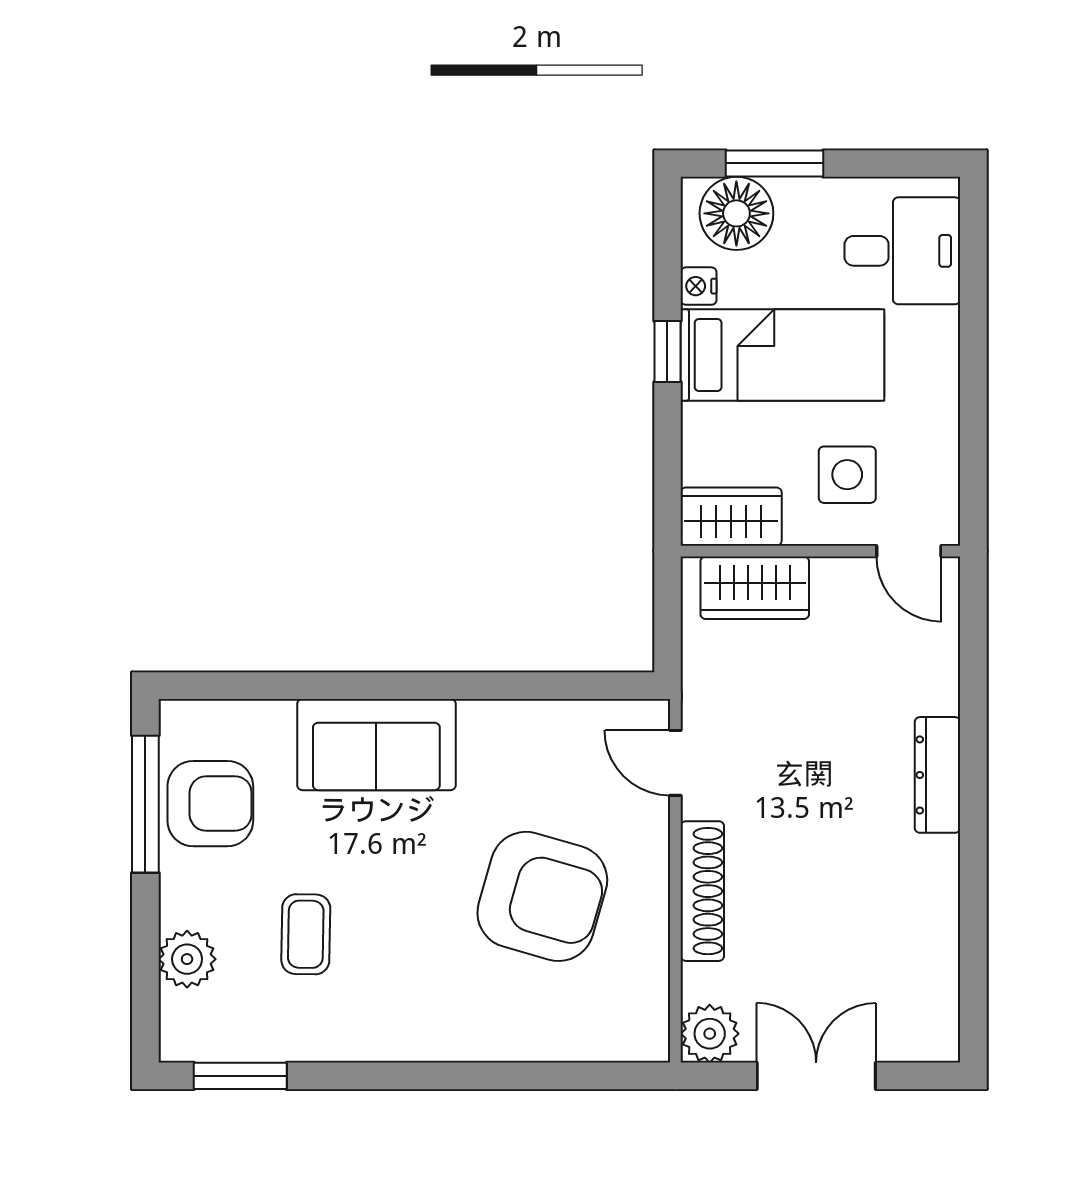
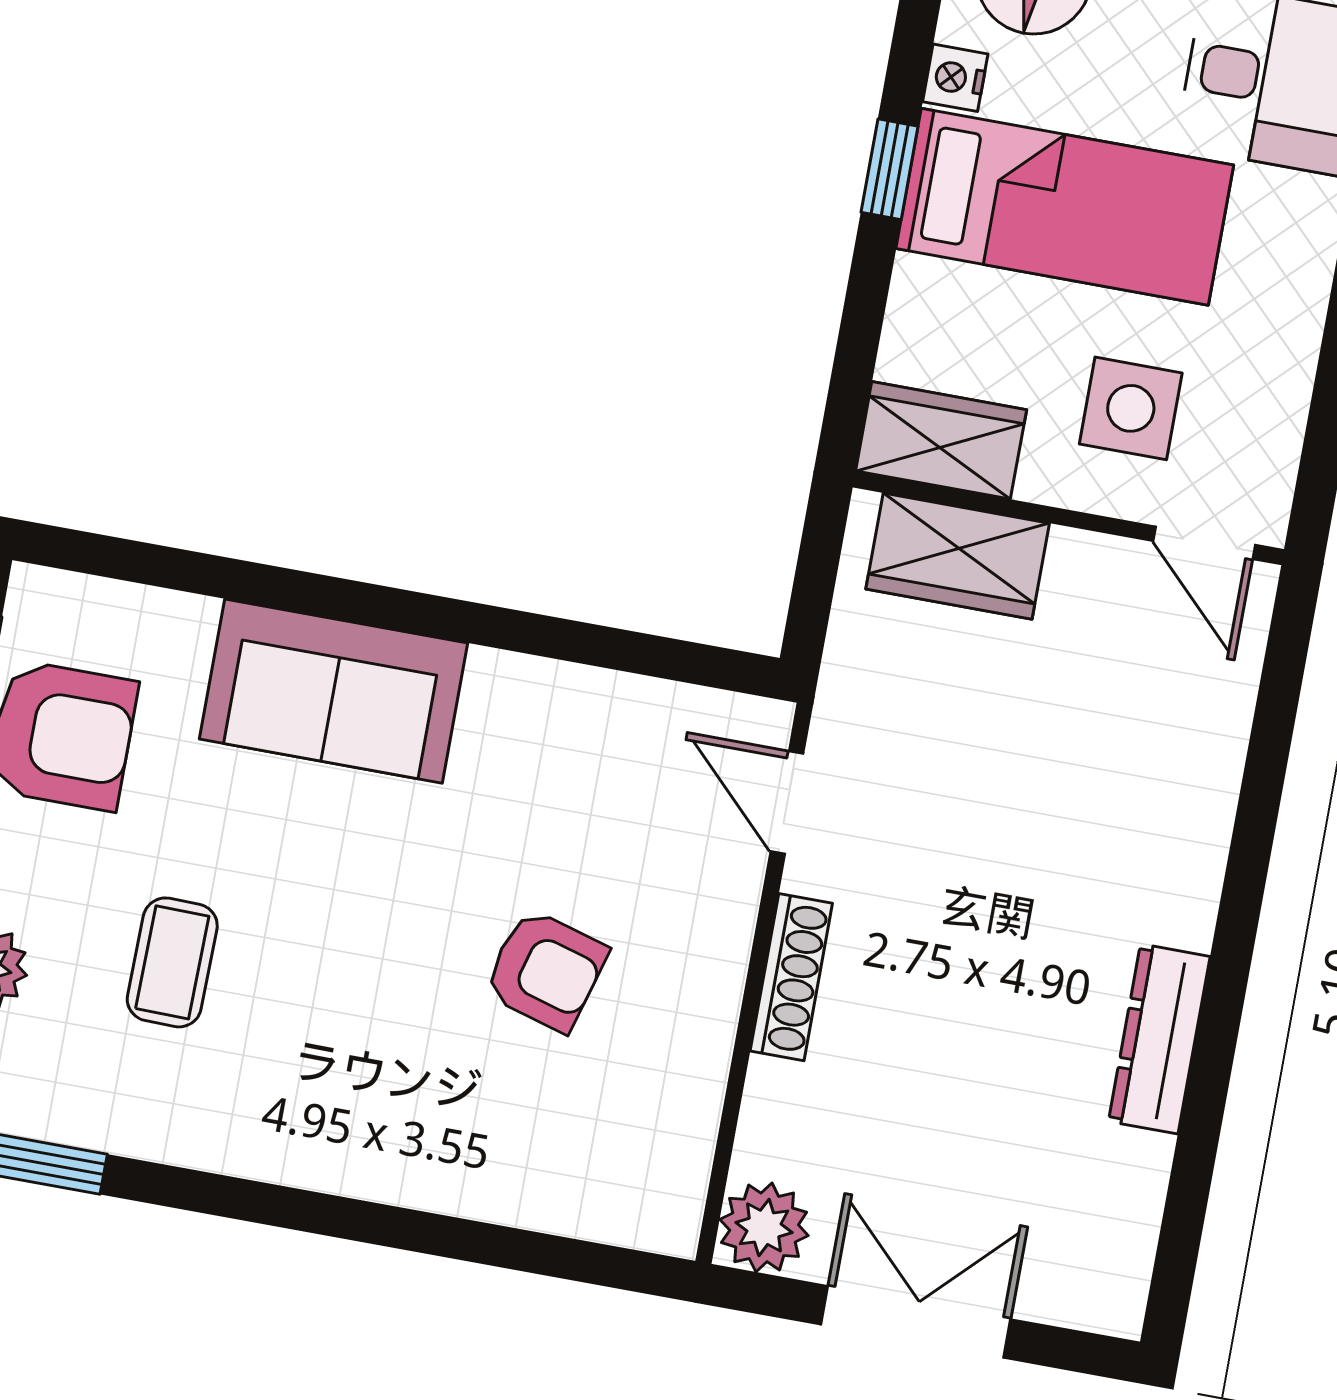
dresser: (937, 775) -> (1159, 1039), moved
shoe rack: (702, 891) -> (791, 977), width x0.74, depth x0.81
armchair: (542, 896) -> (546, 970), width x0.53, depth x0.53

